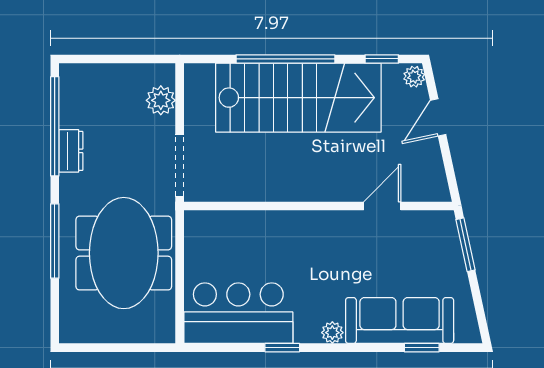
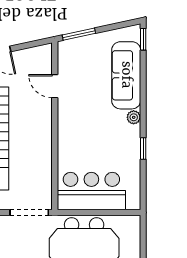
bar counter: (238, 313) -> (91, 191), moved, turned 90
window: (422, 348) -> (143, 39), moved

